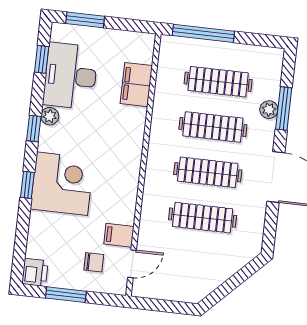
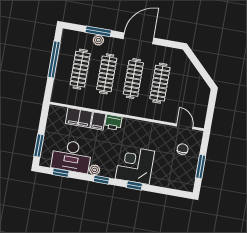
window: (203, 33) -> (54, 59), moved
filing cabinet: (119, 235) -> (98, 121), moved
printer: (35, 272) -> (113, 122), moved, turned 180

